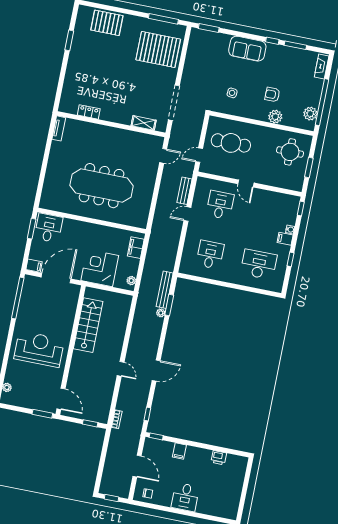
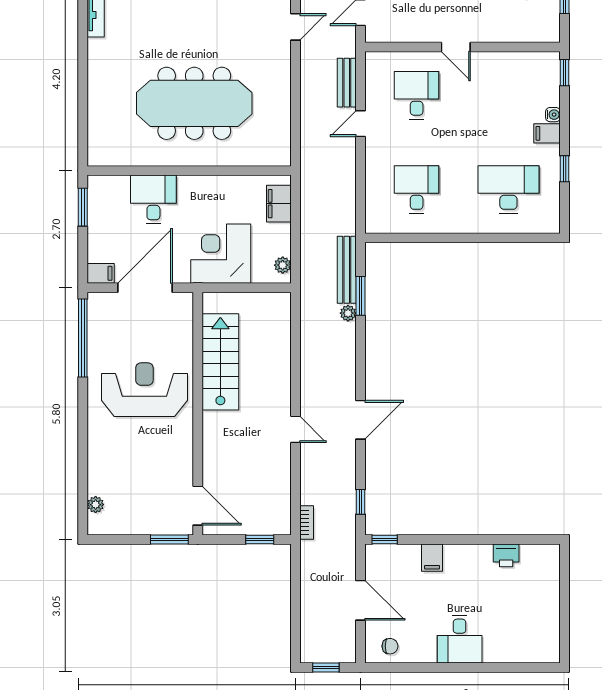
desk: (49, 228) -> (153, 199), moved
reception desk: (39, 349) -> (144, 390), moved

